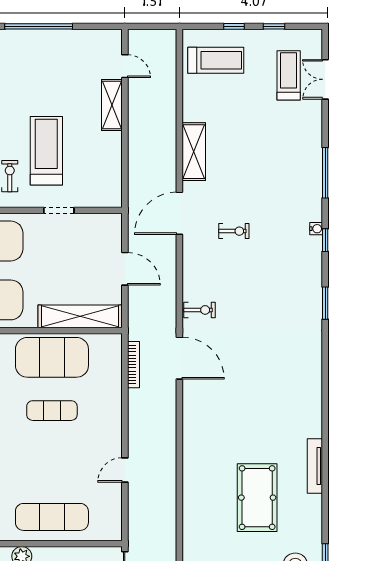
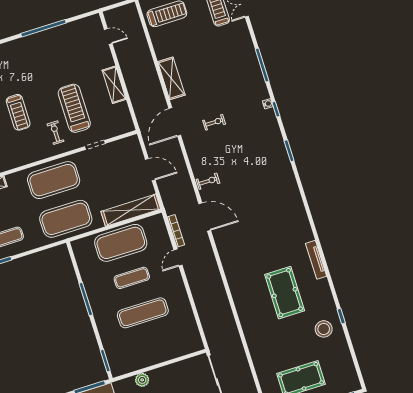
shelving: (112, 105) -> (114, 85), moved
door: (125, 470) -> (178, 258), moved
exercise mat: (52, 517) -> (143, 313), moved

